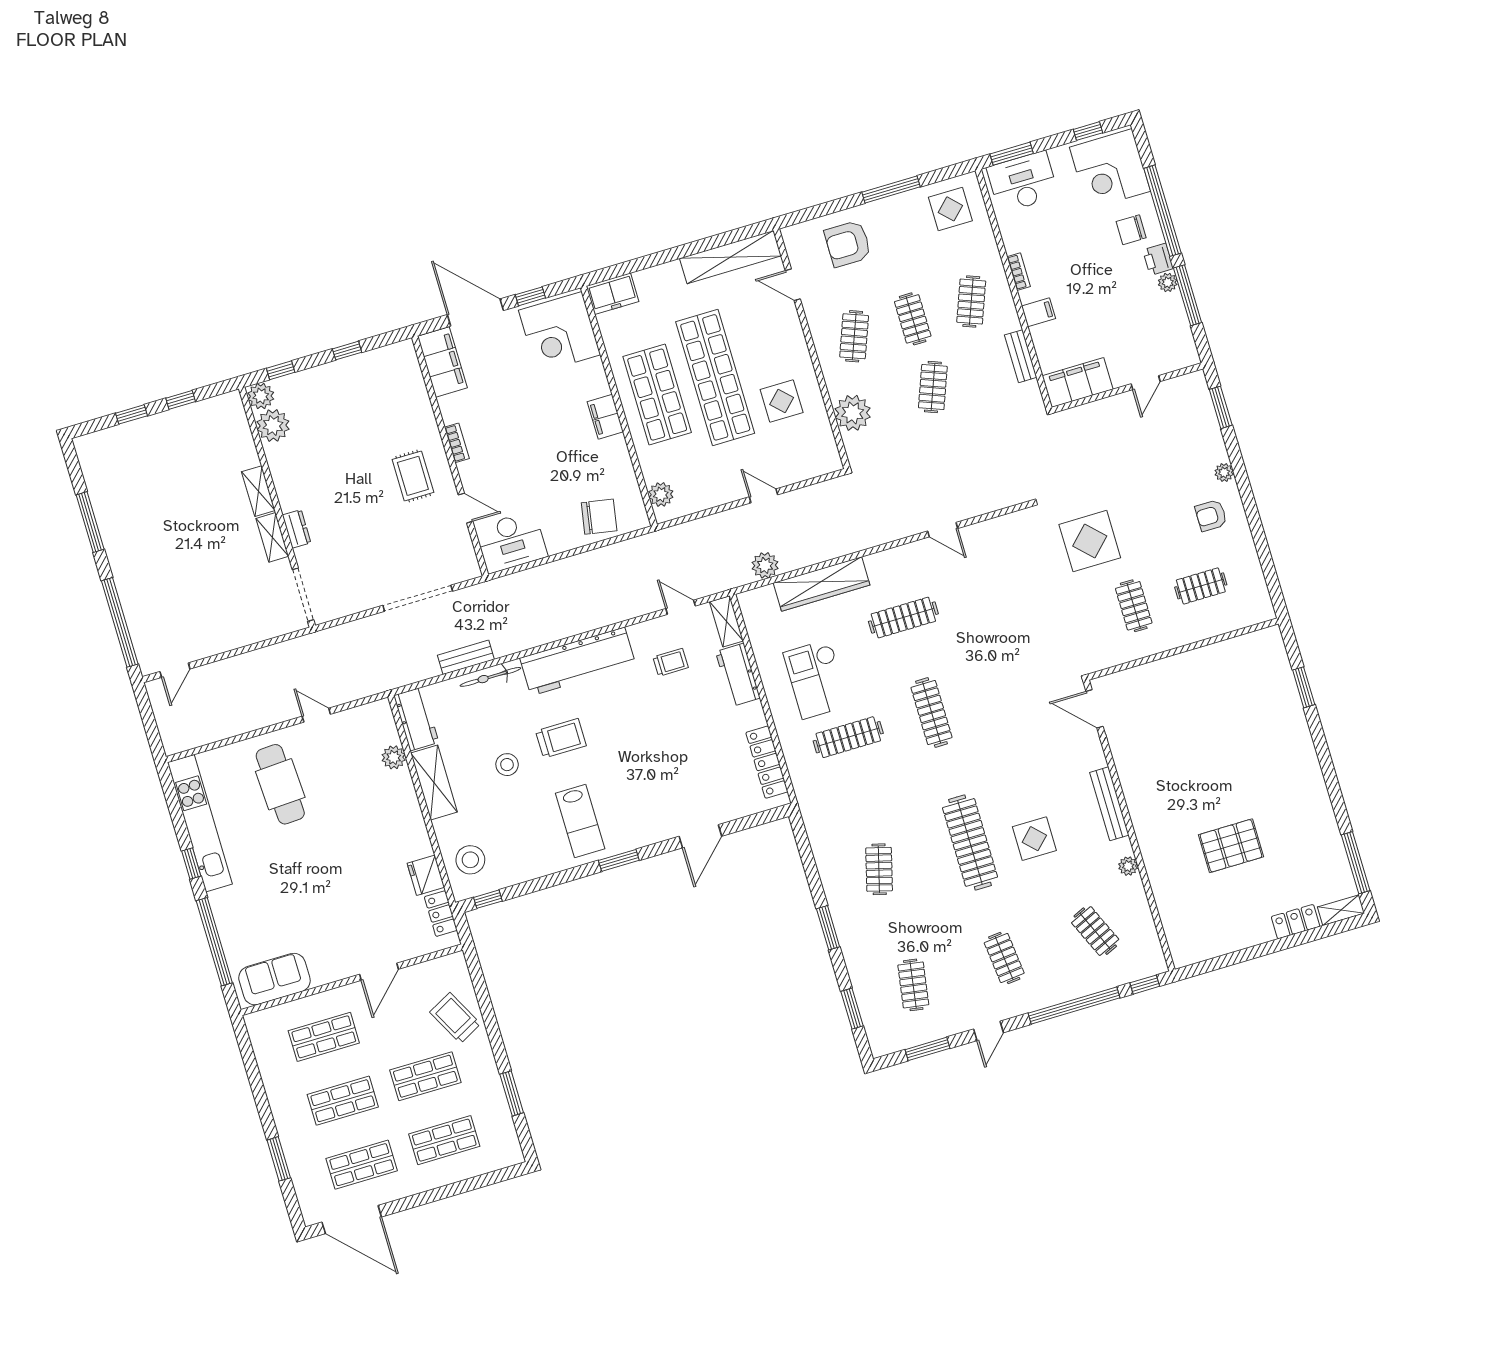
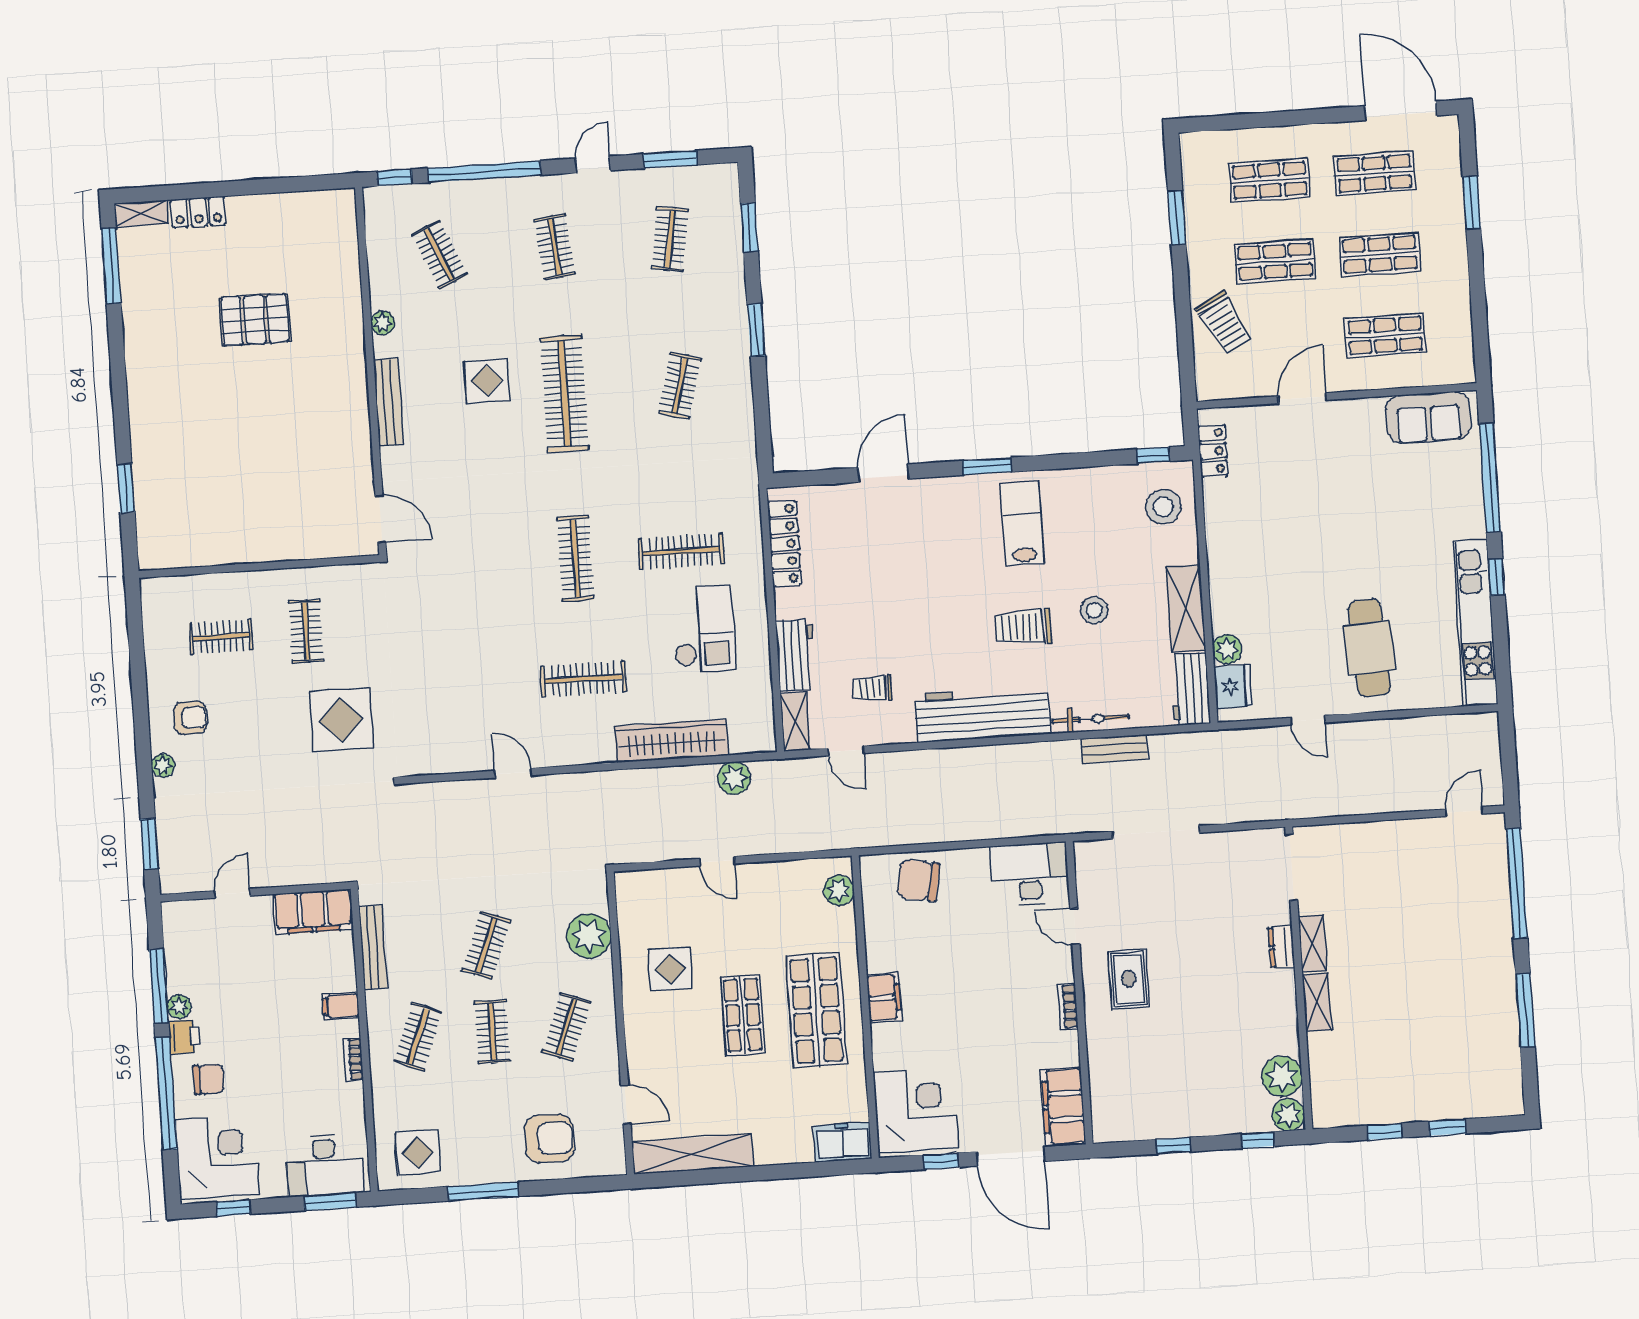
bench: (1021, 356) -> (373, 947), width x1.36
shop shelf: (715, 377) -> (743, 1015), width x0.50, depth x0.74
fridge: (426, 875) -> (1233, 686), moved

